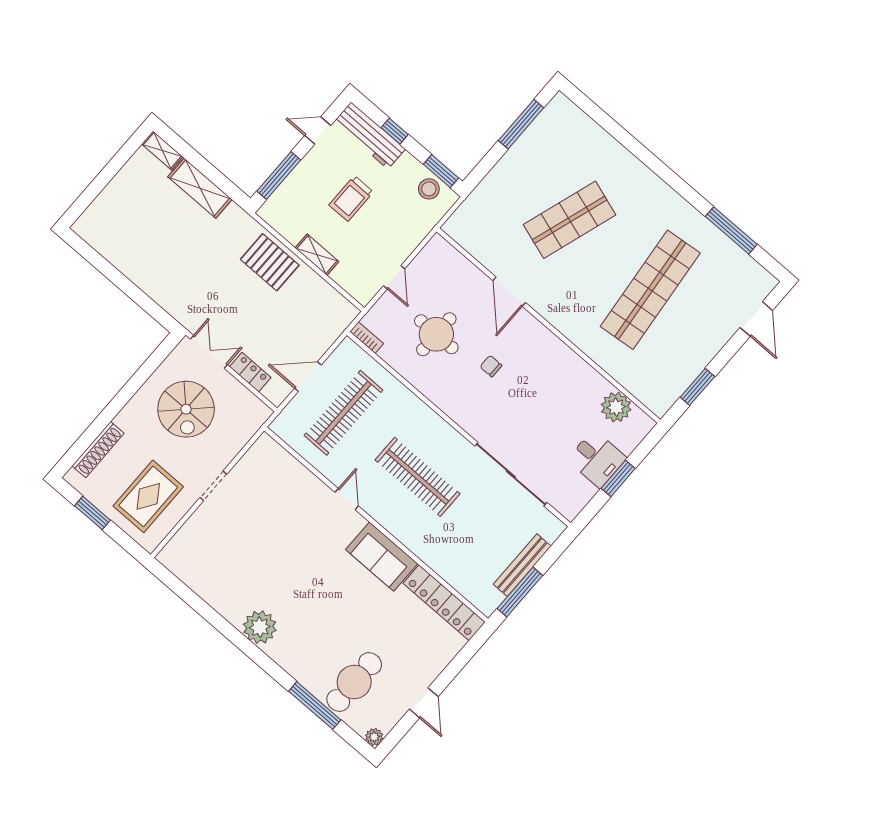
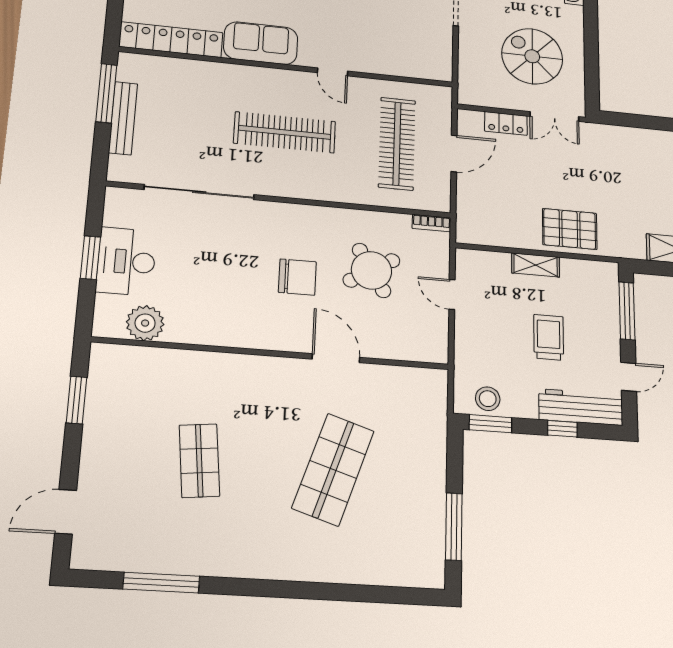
shop shelf: (650, 290) -> (199, 461), width x0.50, depth x0.74
door: (756, 319) -> (66, 512), hinge flipped
round table: (436, 334) -> (371, 270), turned -31
chair: (491, 366) -> (297, 277), width x1.87, depth x1.87
desk: (597, 459) -> (126, 262), width x1.37

